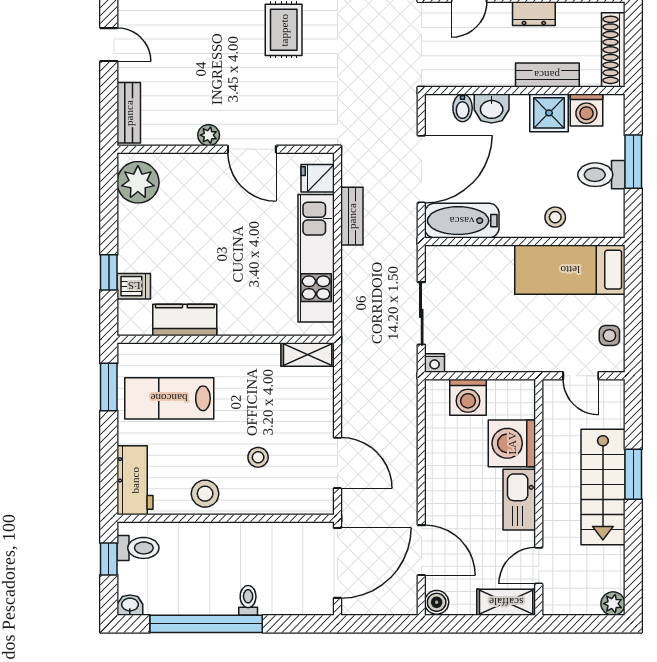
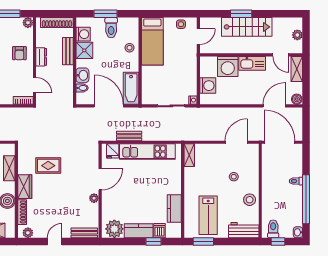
kitchen counter: (134, 238) -> (139, 231), added
plant: (613, 604) -> (297, 35), moved

